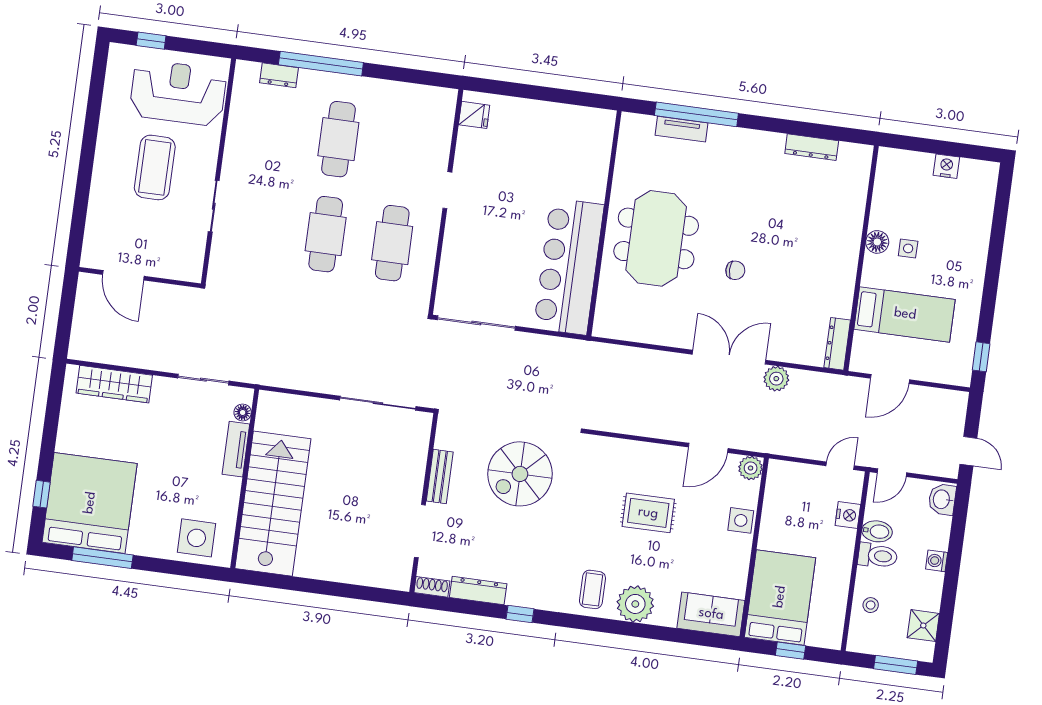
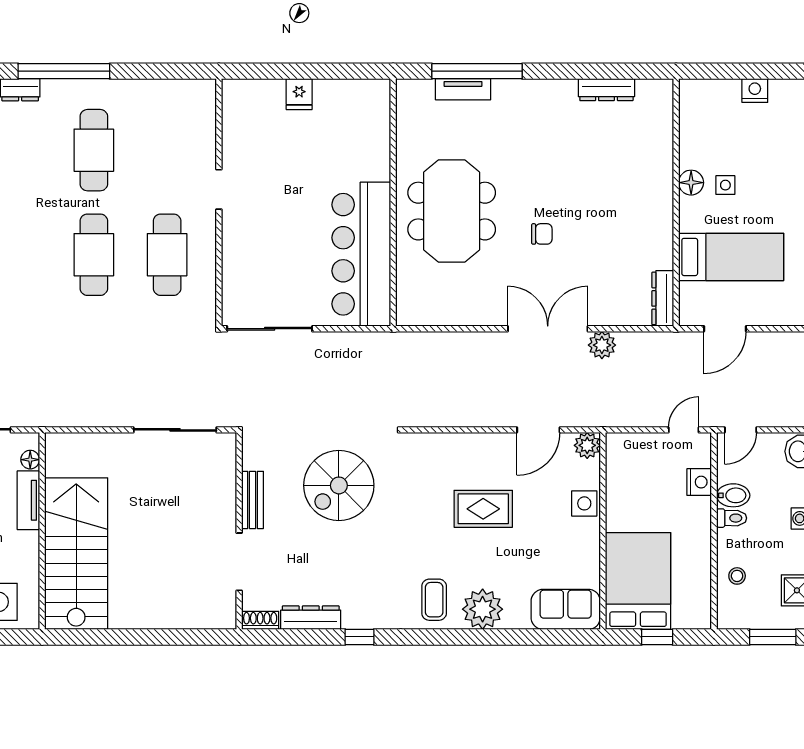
fridge: (474, 115) -> (299, 94), moved, turned 90
toilet: (878, 556) -> (732, 518), width x0.73, depth x0.72

